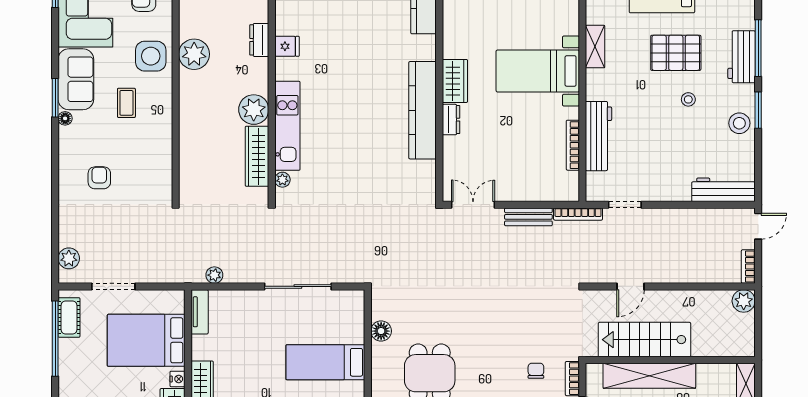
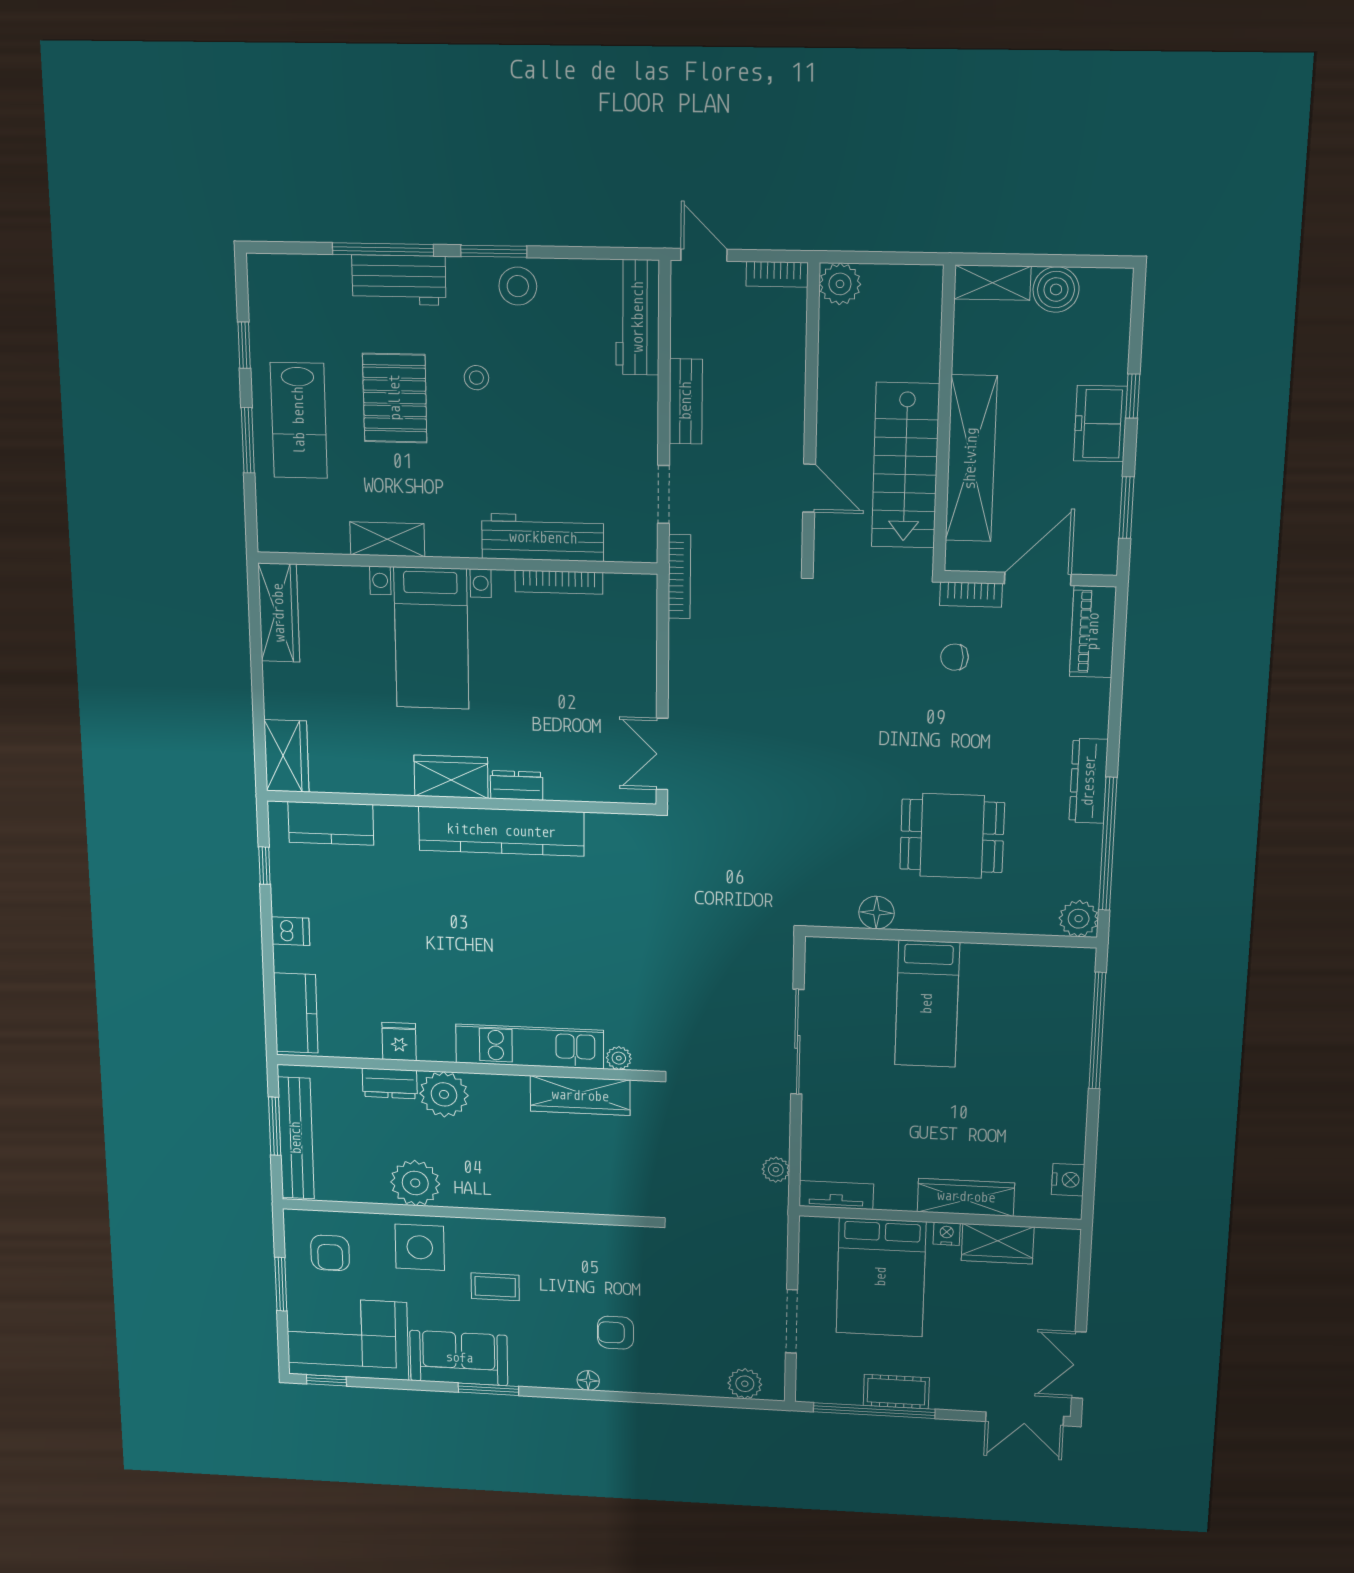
plant: (254, 110) -> (444, 1094), moved
floor lamp: (65, 118) -> (588, 1380), moved
bench: (528, 217) -> (686, 401), moved
cot: (69, 318) -> (896, 1392), moved

